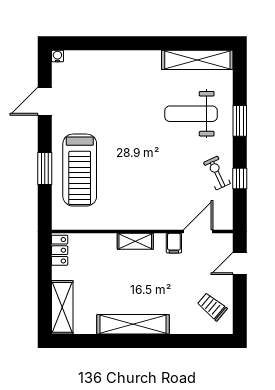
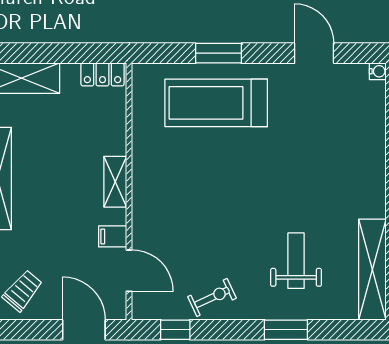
weight bench: (191, 114) -> (296, 261), width x0.73, depth x0.75
window: (240, 179) -> (175, 330), moved
door: (240, 263) -> (84, 330), width x1.38

